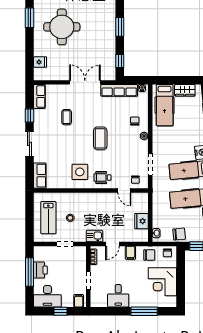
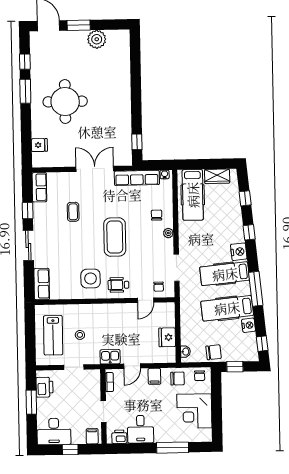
window: (120, 27) -> (136, 100), removed
coffee table: (100, 138) -> (115, 237), width x1.36, depth x1.32
door: (124, 191) -> (146, 300), hinge flipped
printer: (40, 270) -> (44, 387), moved
window: (29, 272) -> (31, 402), width x0.69
printer: (101, 302) -> (119, 437), added

